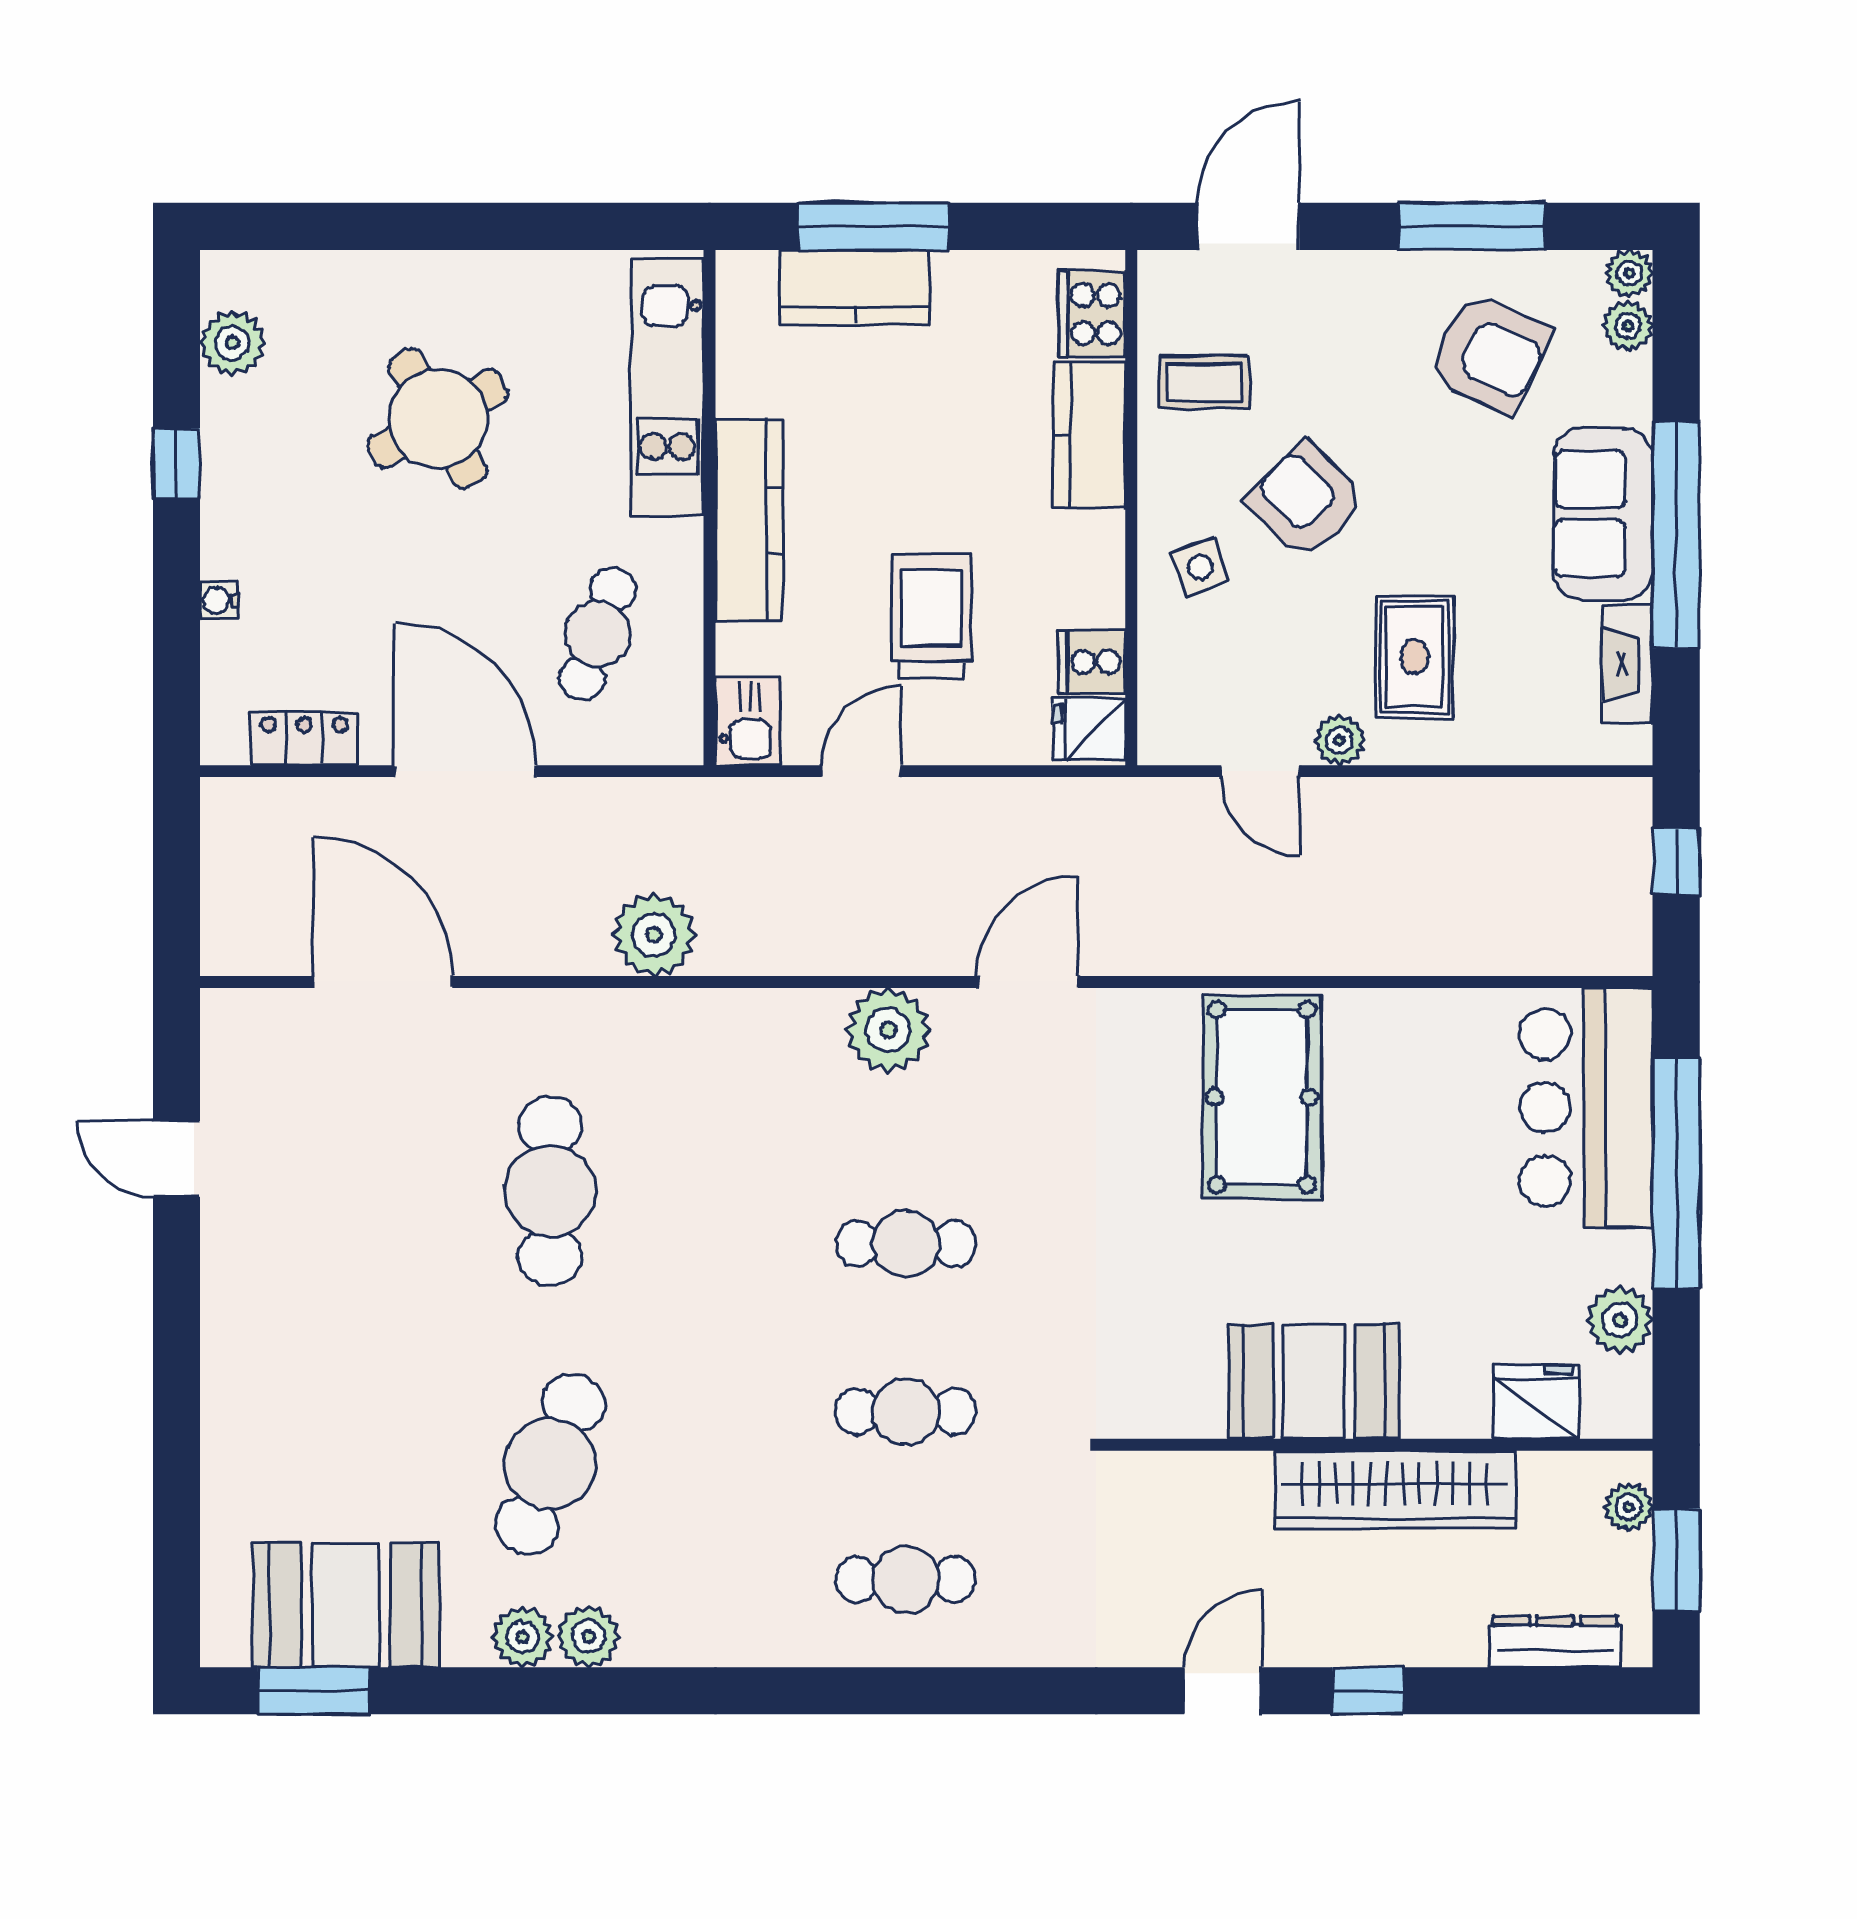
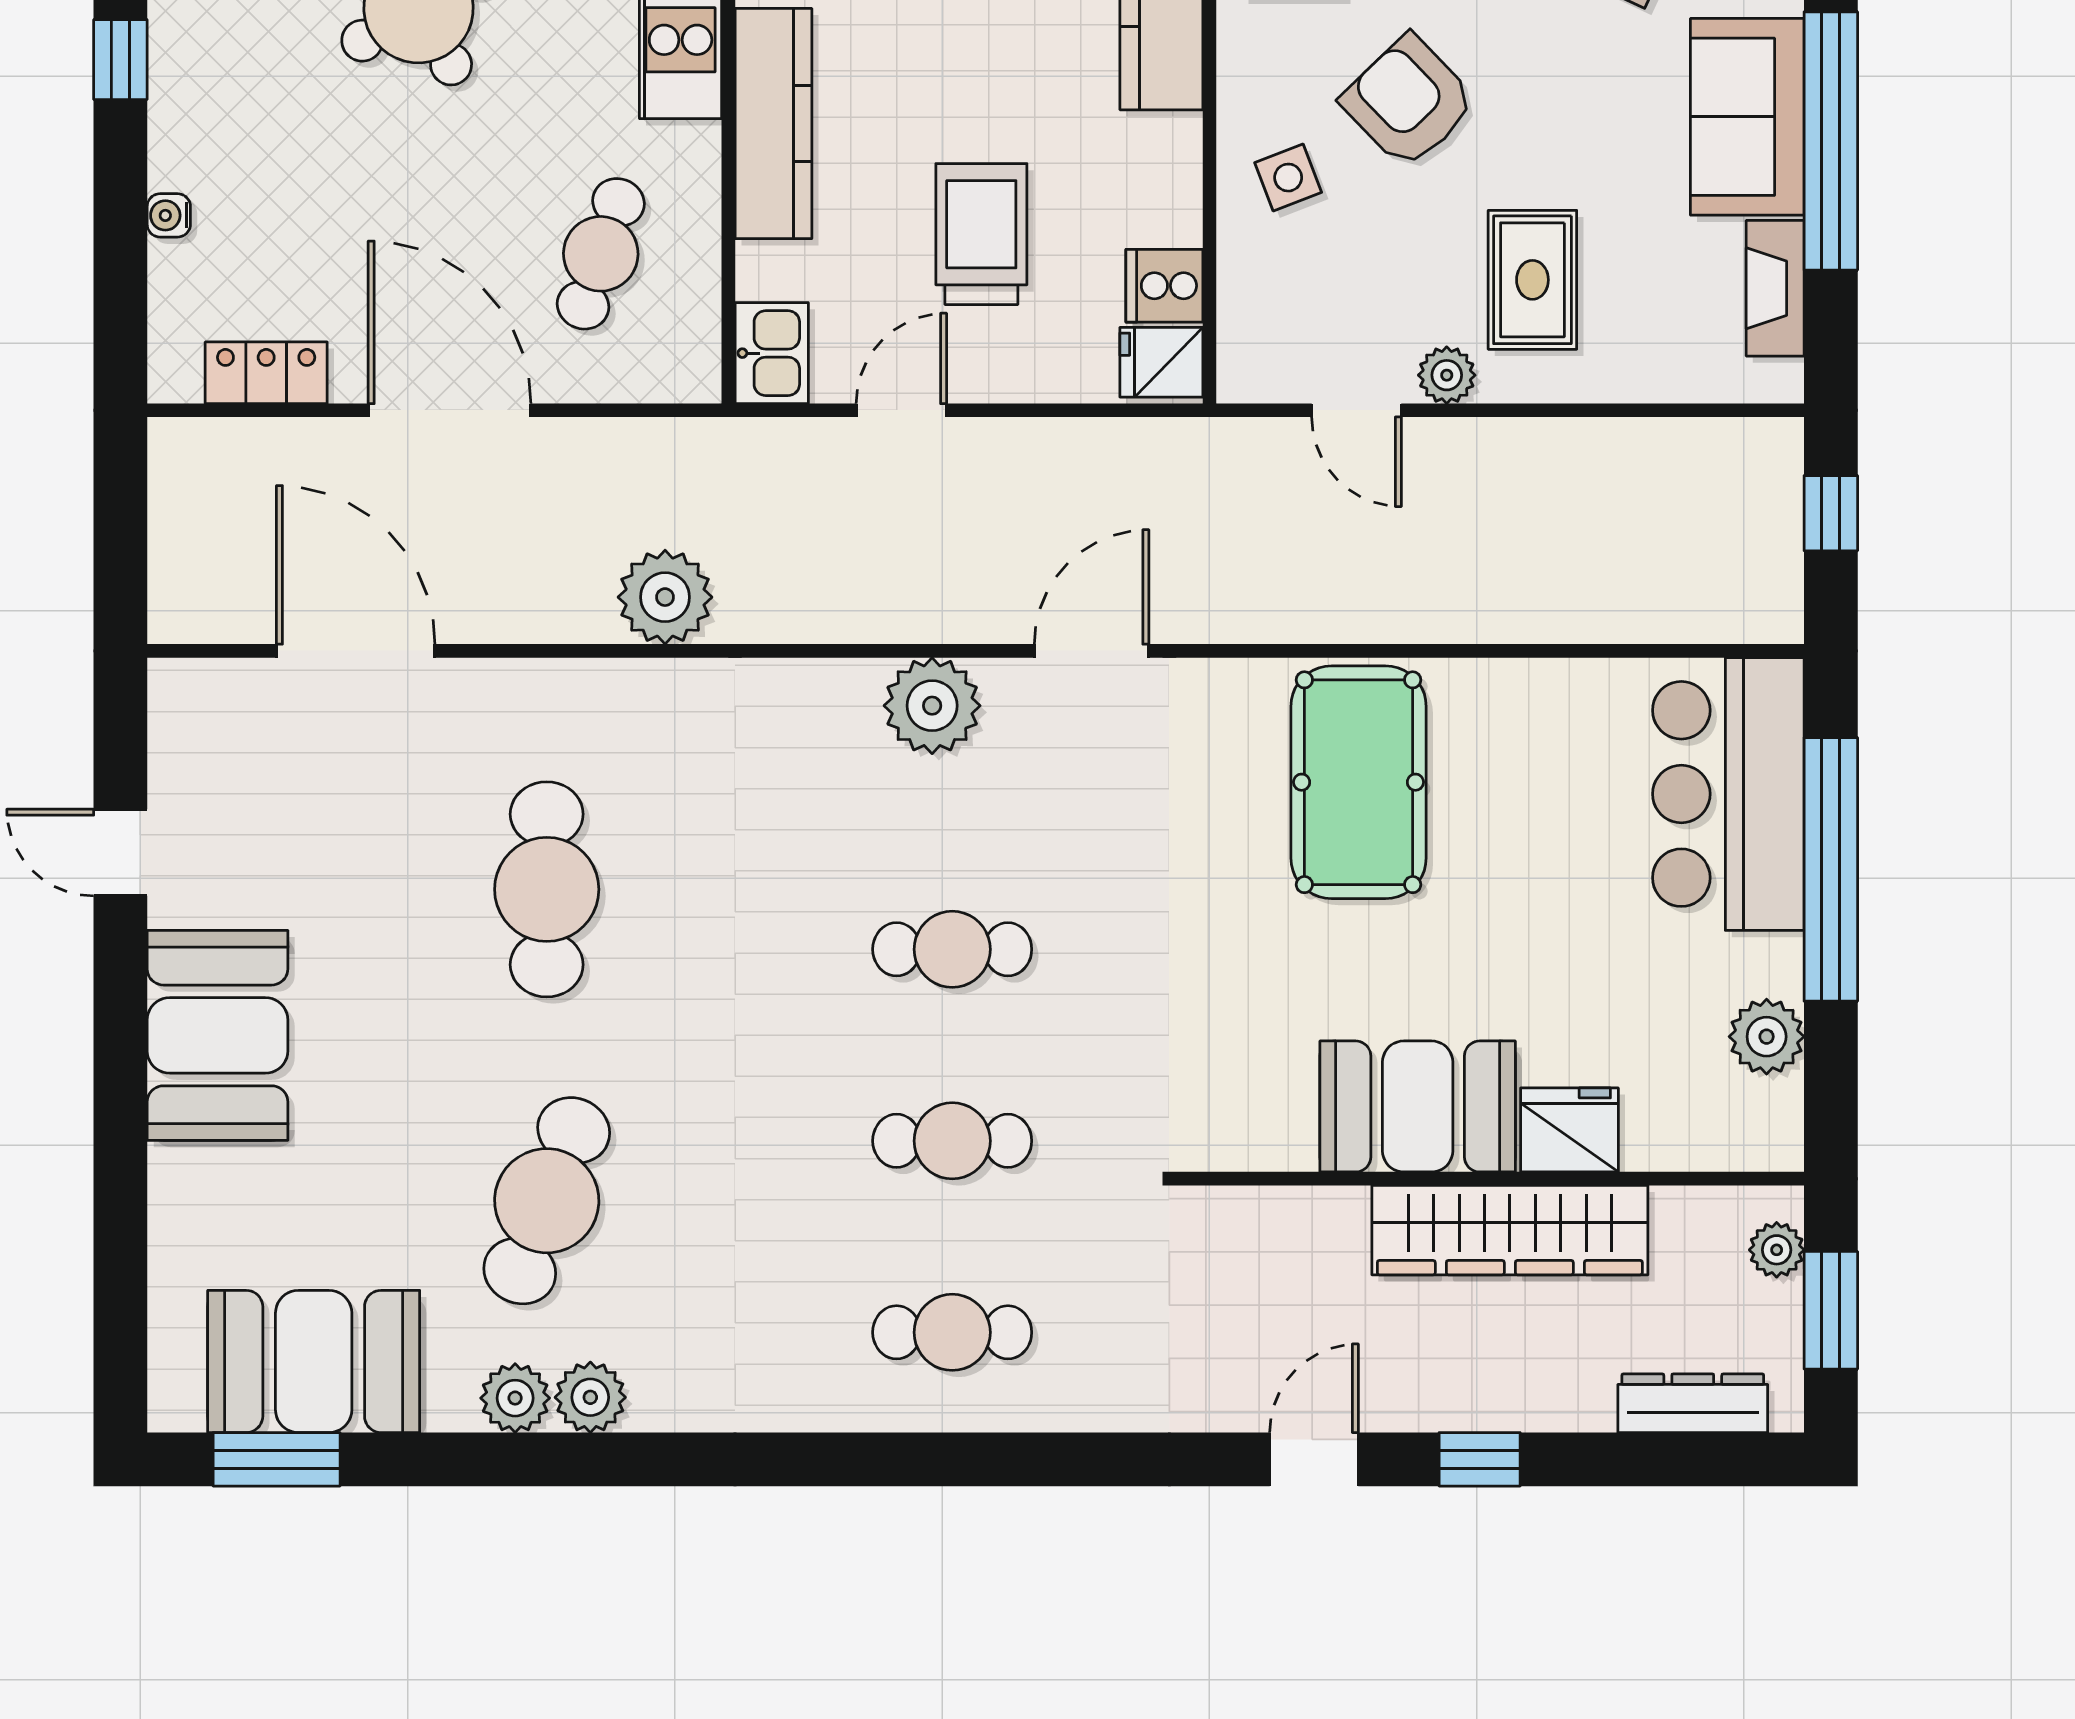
booth: (262, 1319) -> (218, 1035), added
fridge: (1536, 1402) -> (1569, 1130), moved

